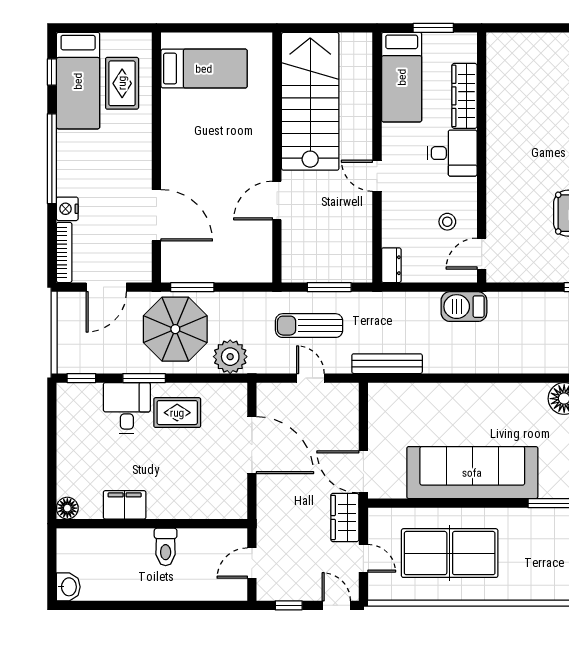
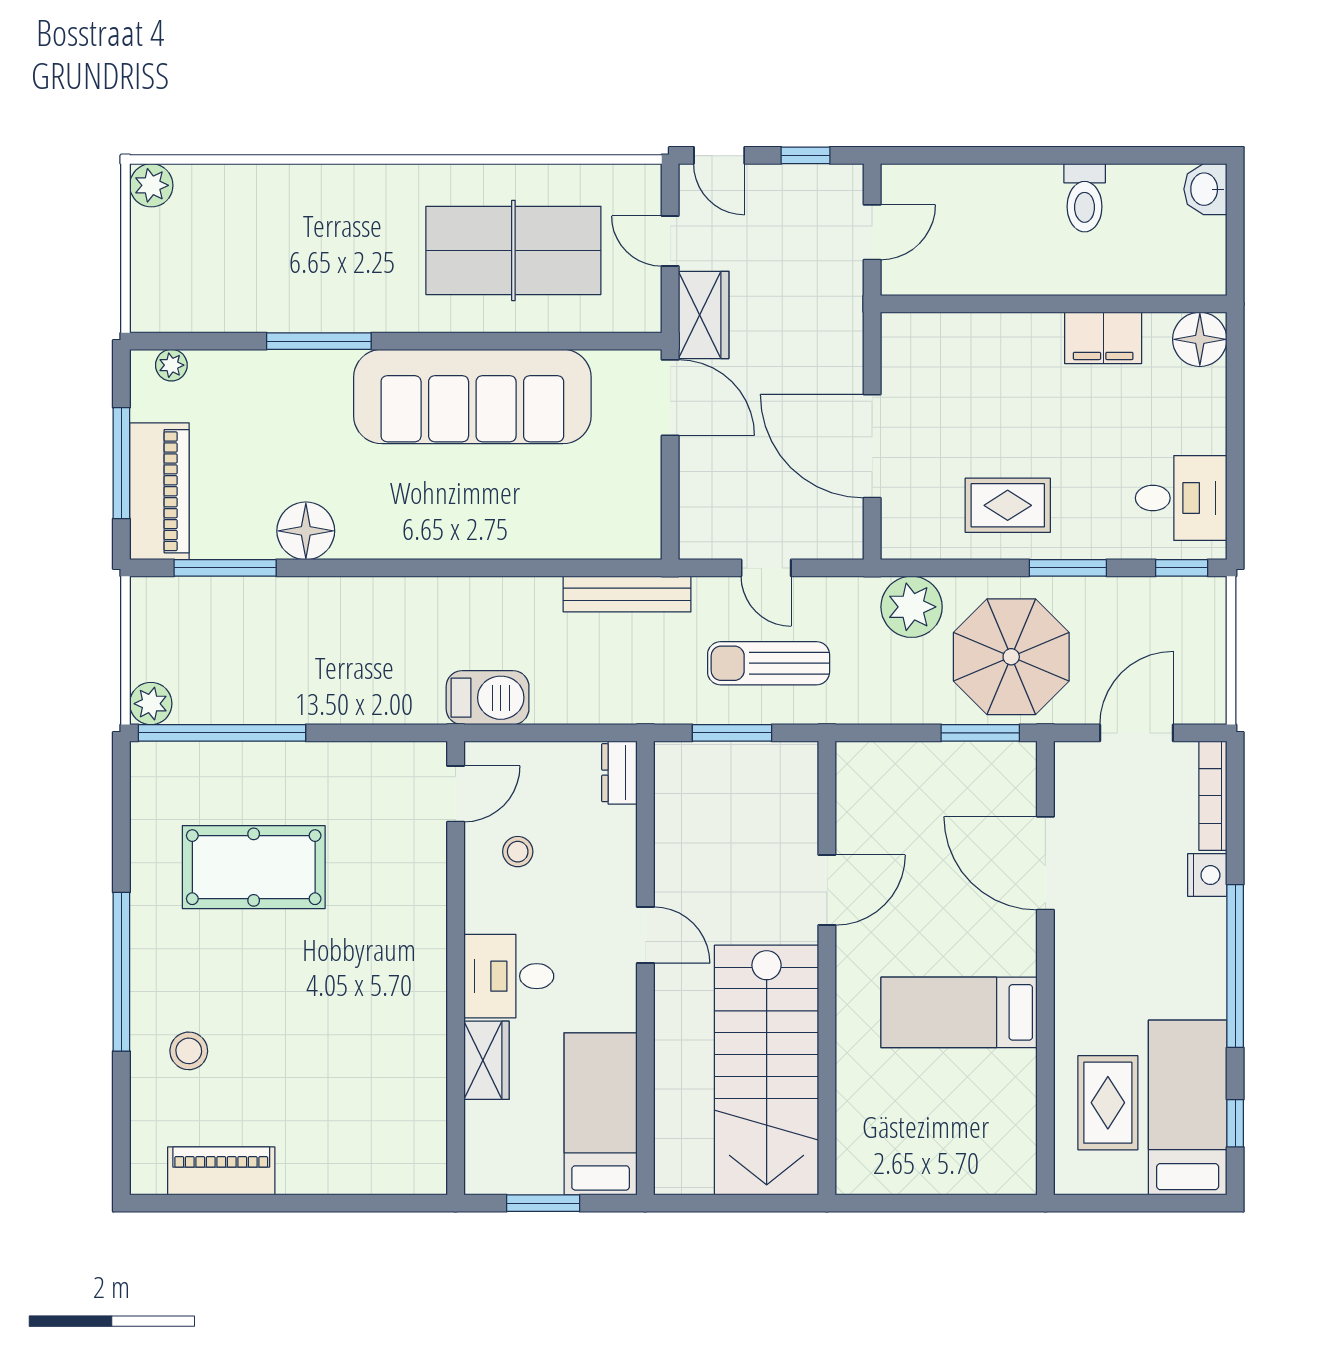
bed: (204, 69) -> (959, 1012), moved
wardrobe: (464, 96) -> (487, 1060), width x0.67
sun lounger: (309, 326) -> (769, 663), turned 180
desk: (127, 408) -> (1181, 498), moved, turned -90
floor lamp: (67, 508) -> (1200, 339), width x1.38, depth x1.38
toilet: (166, 547) -> (1085, 198), moved, turned 180

